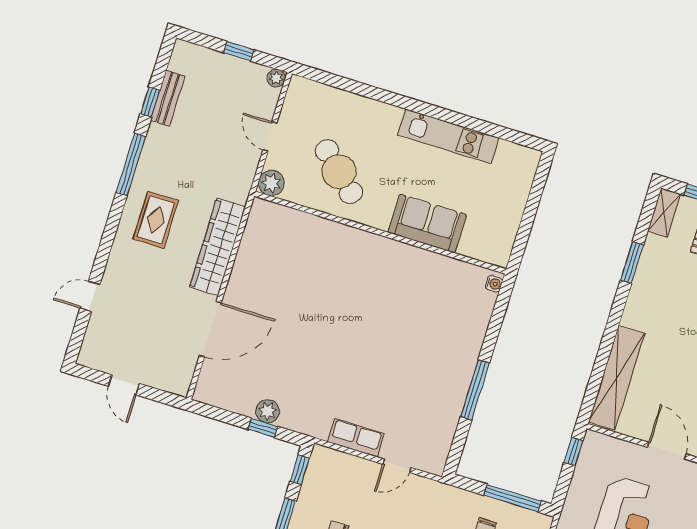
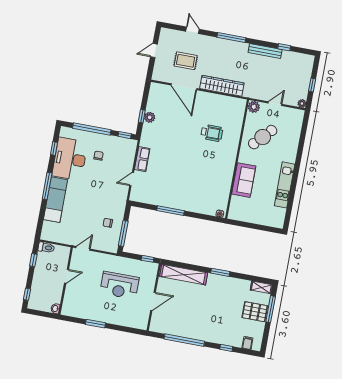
bench: (168, 98) -> (265, 51), moved, width x1.36
window: (131, 164) -> (231, 37), moved
rug: (156, 220) -> (186, 61), moved
window: (632, 263) -> (220, 272), moved
wheelchair: (317, 281) -> (212, 133), added
door: (397, 466) -> (132, 179), hinge flipped

